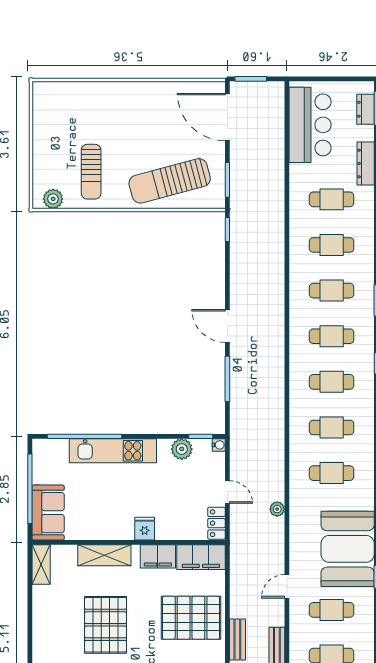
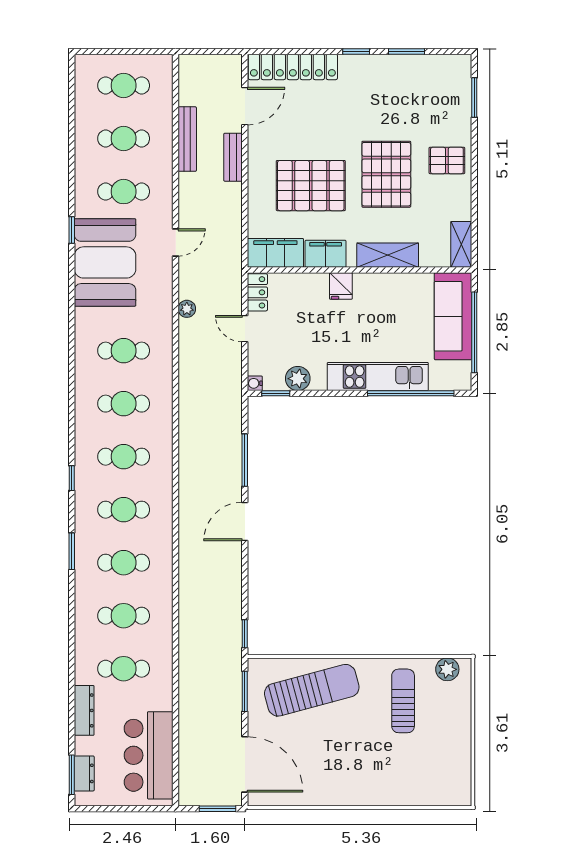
door: (227, 326) -> (245, 522), swing flipped
sofa: (48, 513) -> (453, 316), width x1.36
door: (287, 586) -> (176, 242), moved
pallet: (191, 618) -> (311, 186), moved
pallet: (53, 637) -> (447, 160), added

